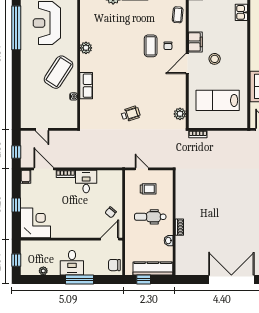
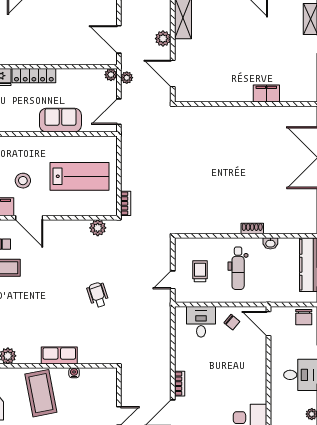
coffee table: (59, 72) -> (41, 393), turned 46
lab bench: (218, 100) -> (79, 176), turned -90
desk: (86, 181) -> (201, 322), moved, turned 90

